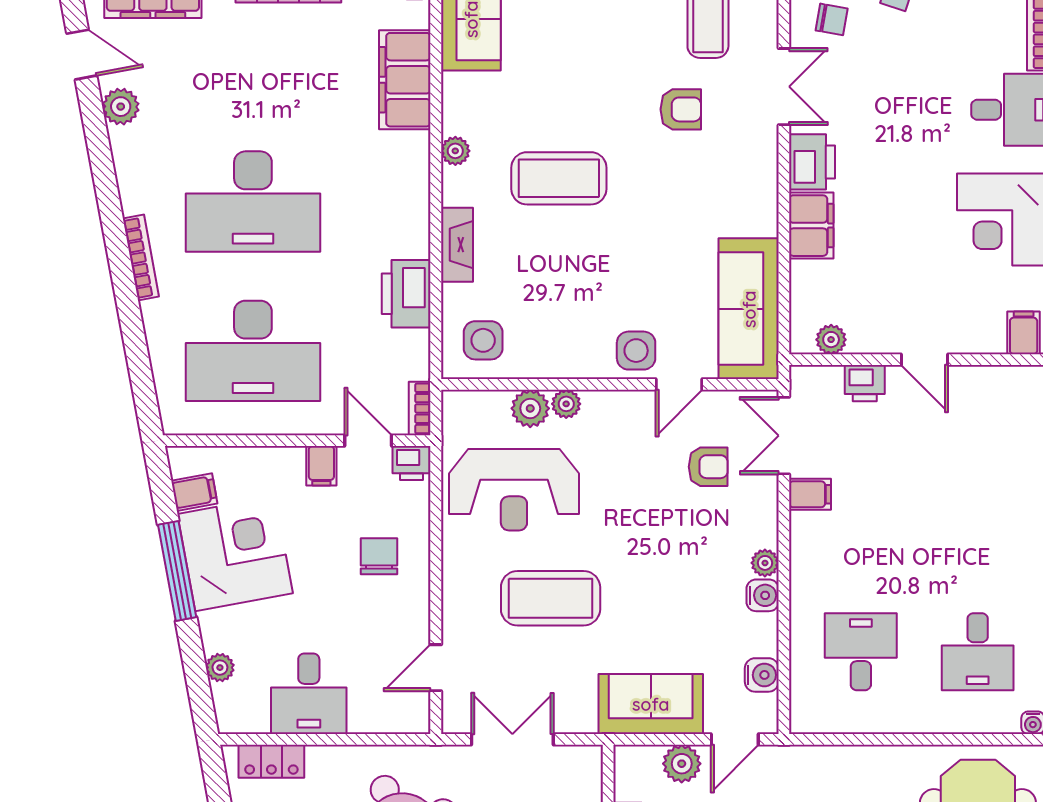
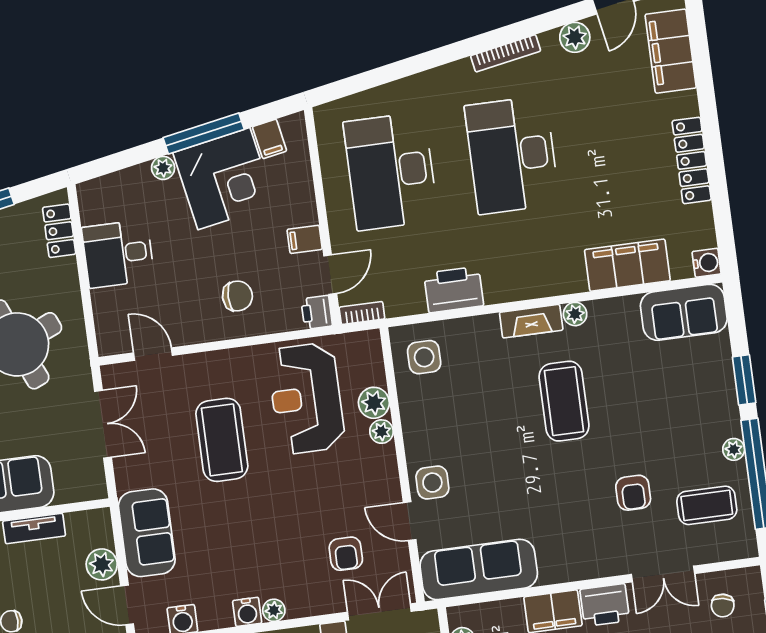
fireplace: (457, 245) -> (531, 321), moved
bookcase: (141, 258) -> (506, 53), moved
plant: (220, 668) -> (163, 168), moved

